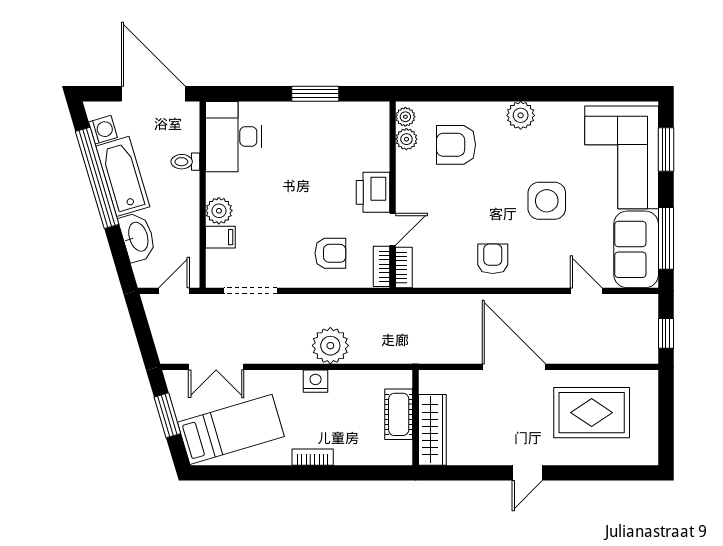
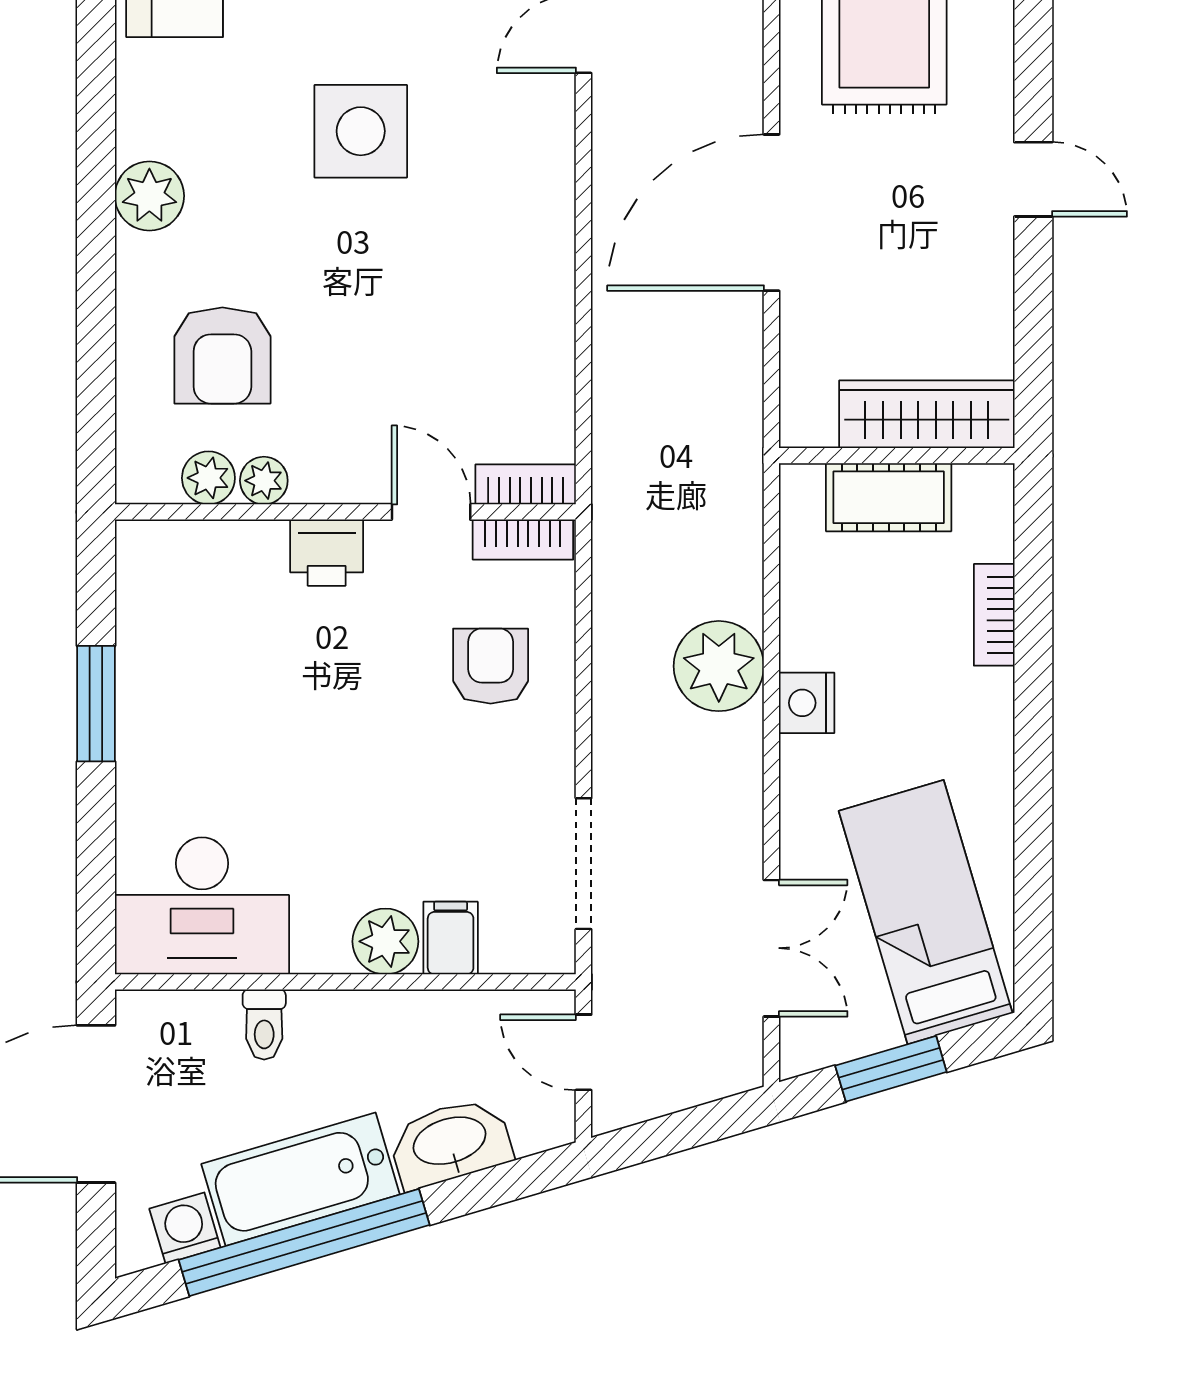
plant: (405, 117) -> (264, 481), moved
printer: (373, 192) -> (327, 553), width x0.73, depth x0.81
armchair: (493, 259) -> (504, 265), removed
bookcase: (313, 457) -> (994, 615), moved

